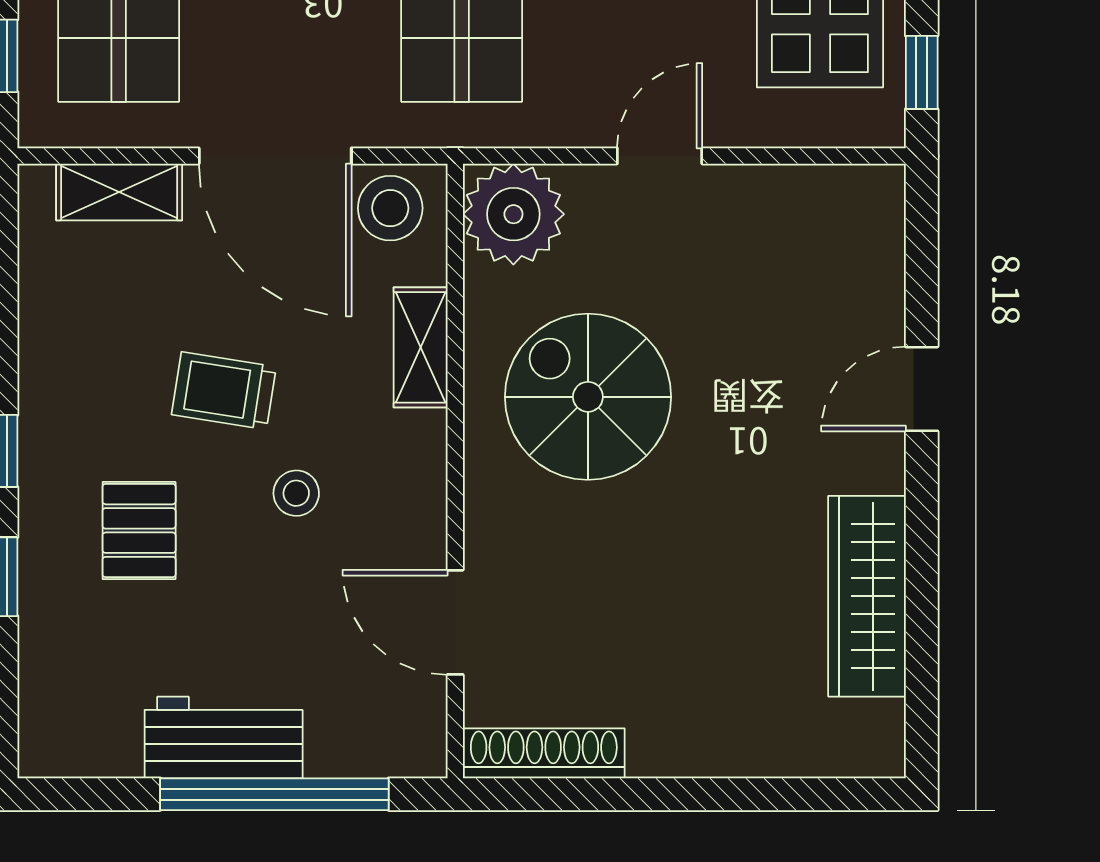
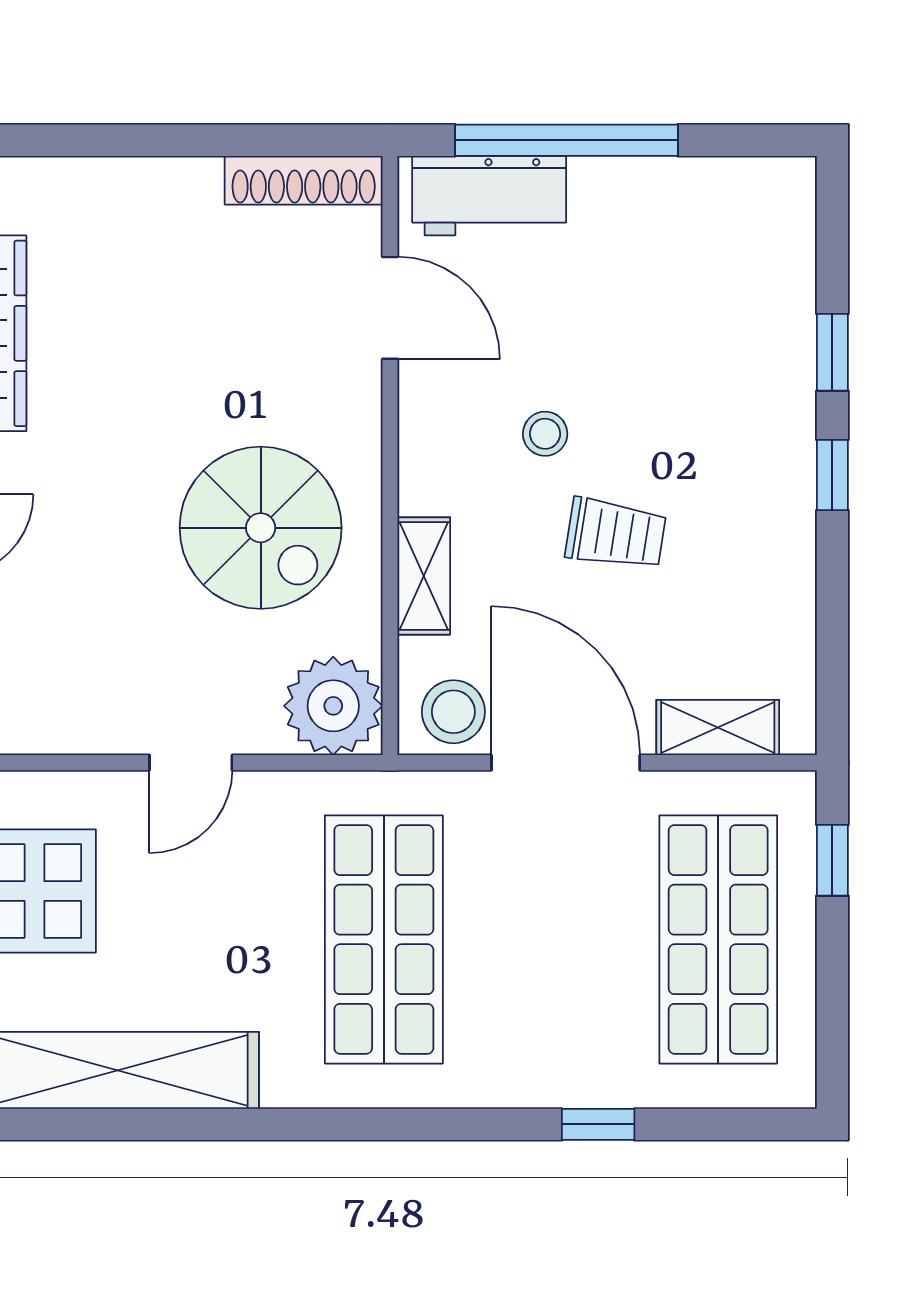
pallet: (139, 531) -> (698, 397), removed
workbench: (224, 737) -> (489, 196), moved

